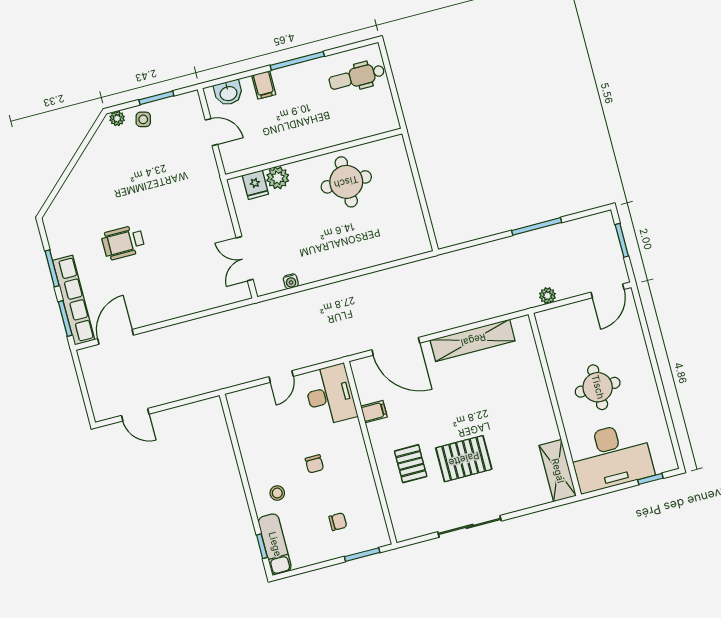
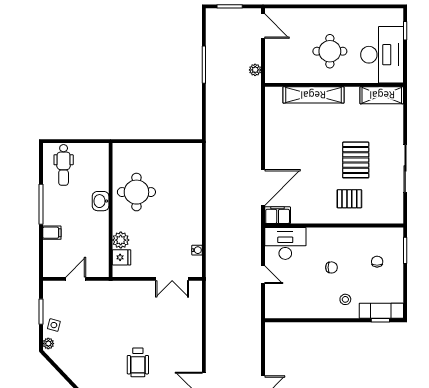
washbasin: (228, 93) -> (101, 201), moved, turned 180
shelving: (473, 340) -> (313, 95), moved, turned 90
filing cabinet: (374, 412) -> (278, 215), moved, width x2.00

